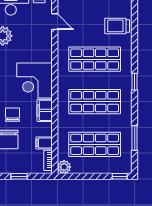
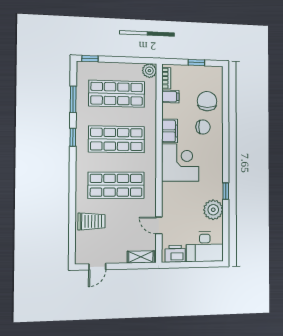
window: (135, 82) -> (73, 137), moved
chair: (13, 115) -> (203, 127), turned -90

